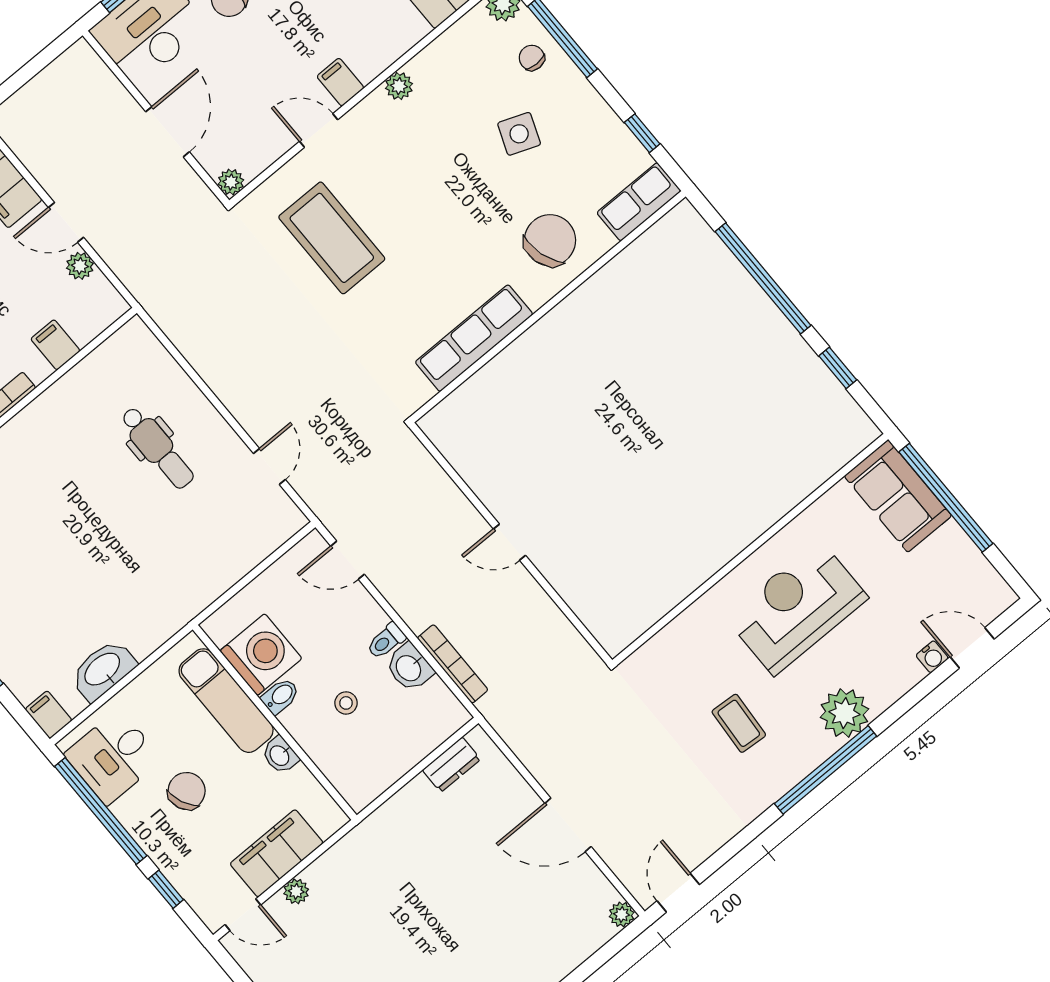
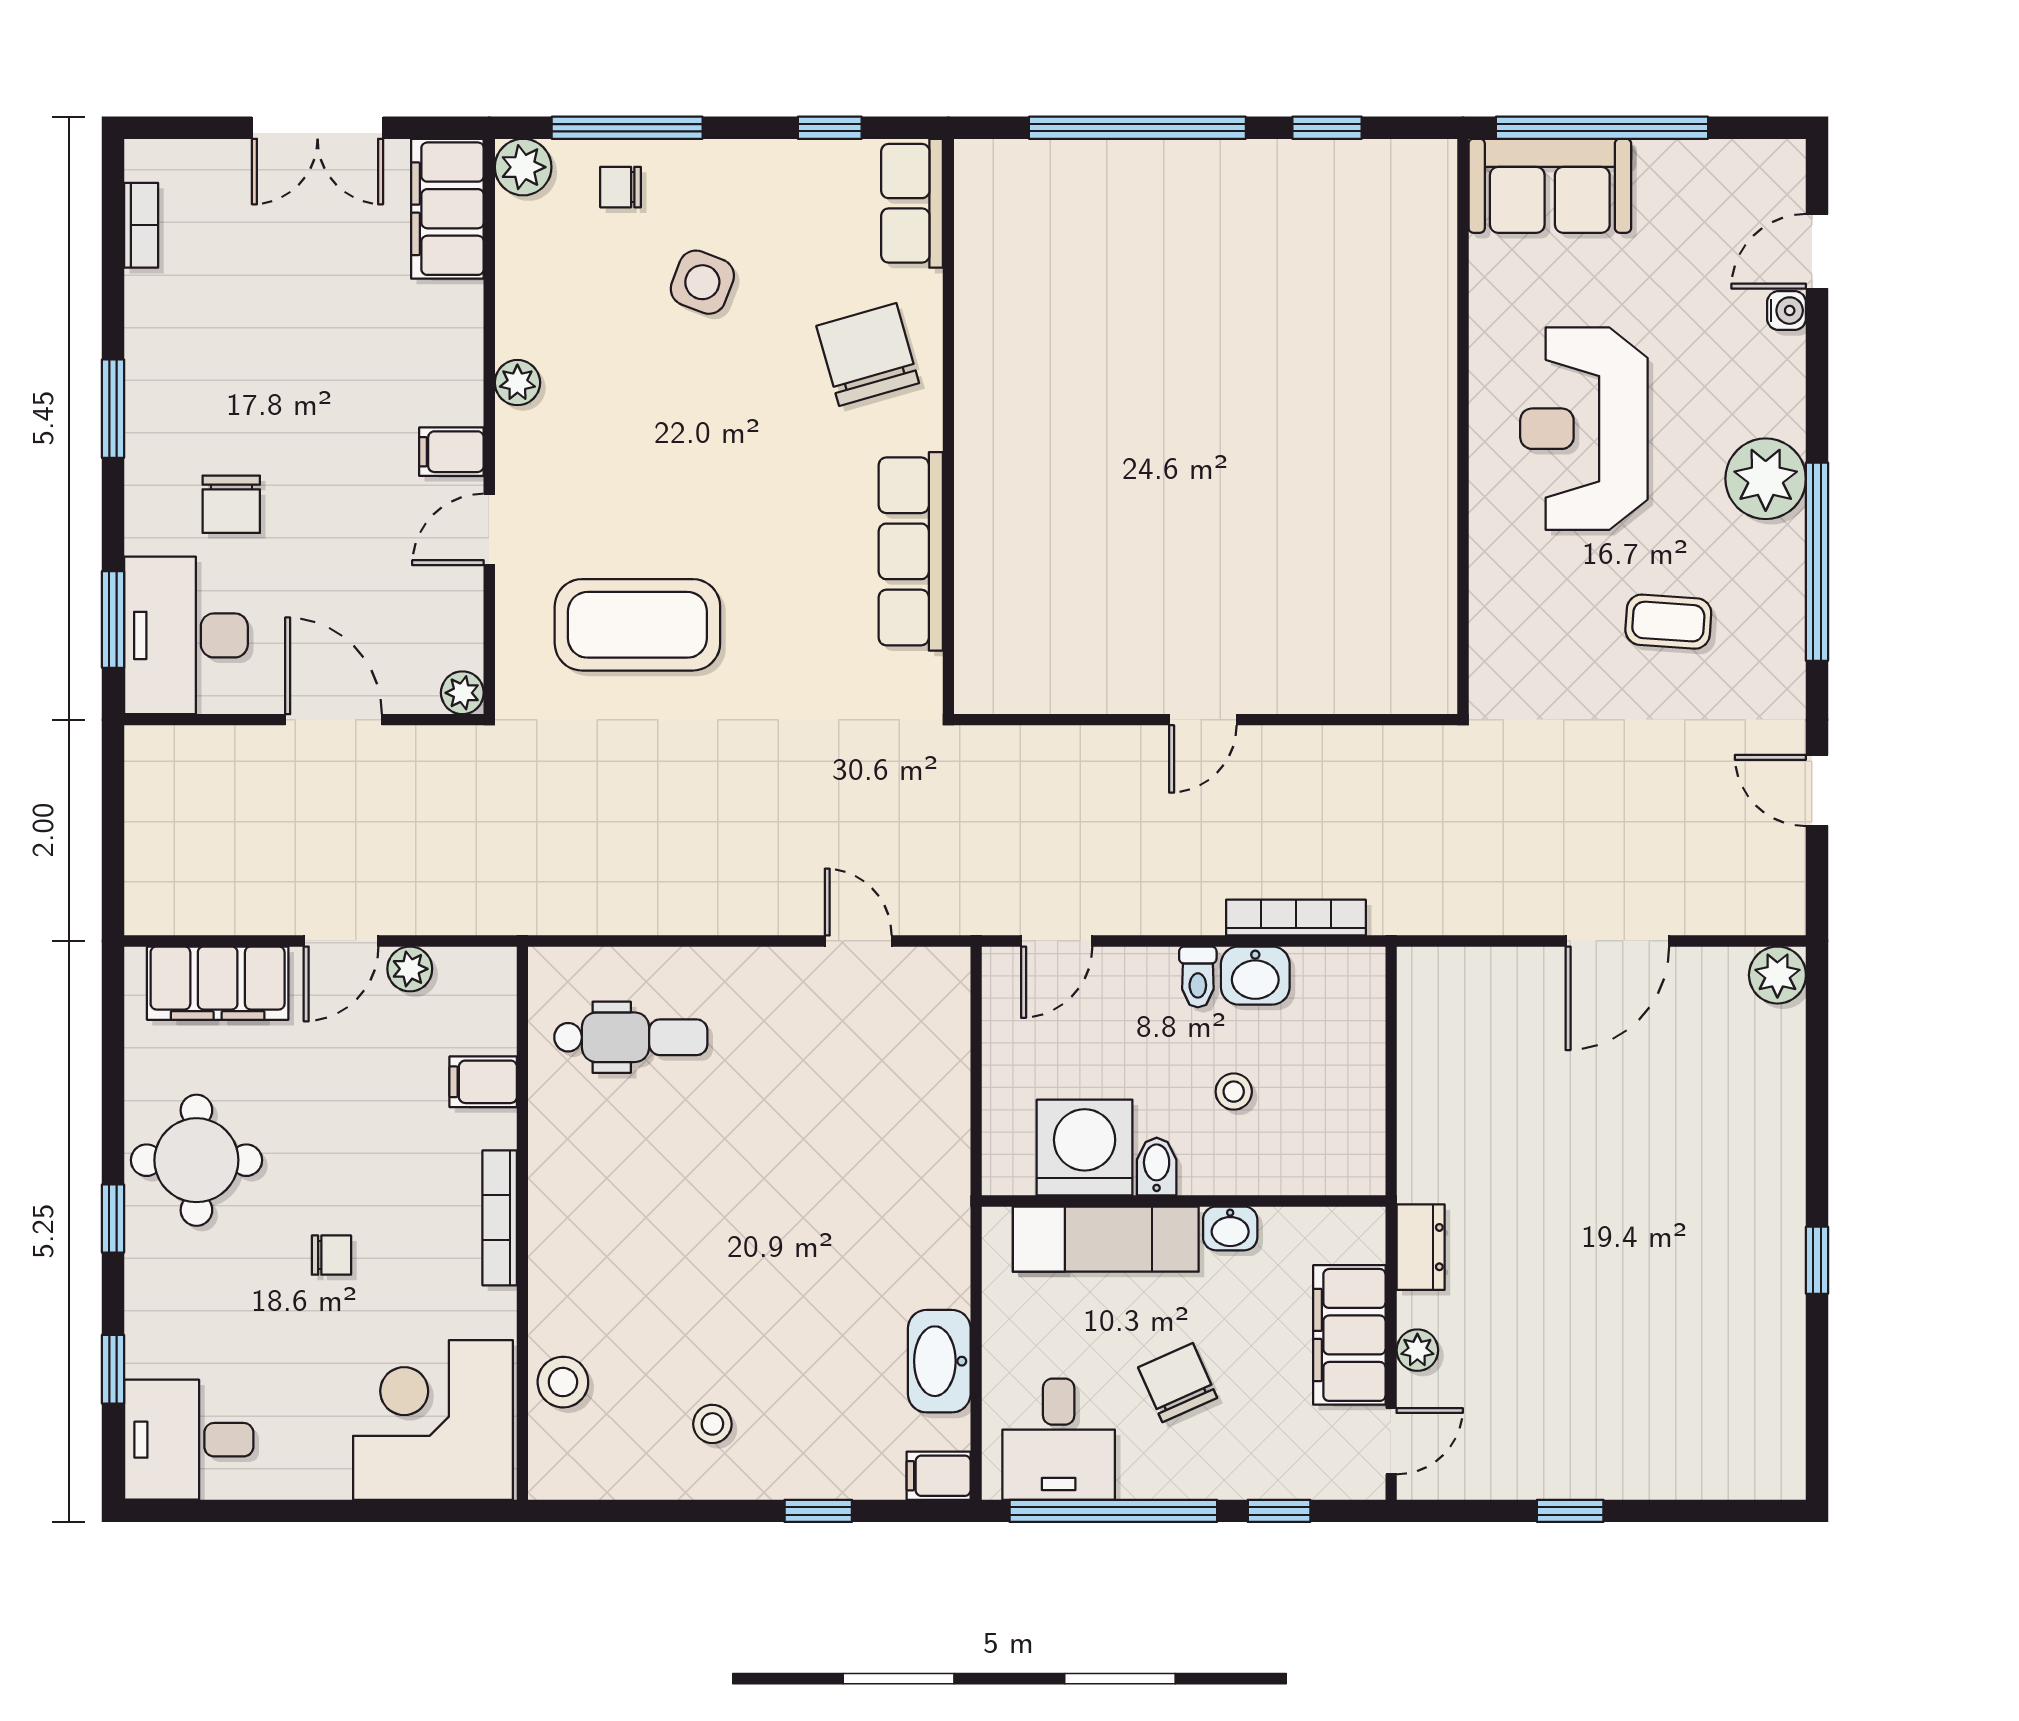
dental chair: (157, 448) -> (631, 1037), moved
dresser: (451, 765) -> (1421, 1247), moved
door: (678, 893) -> (1817, 791), moved
plant: (622, 914) -> (1777, 975), width x1.38, depth x1.38

